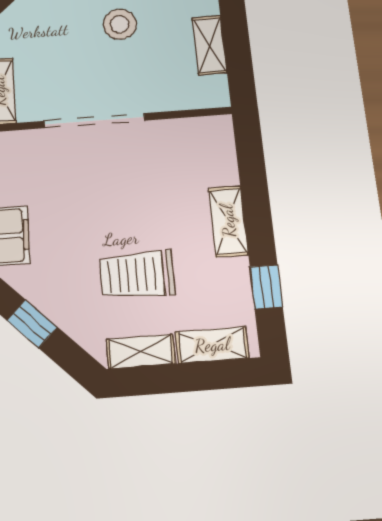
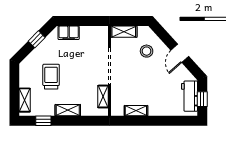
stool: (120, 24) -> (147, 51), moved
shelving: (141, 351) -> (103, 97), moved

